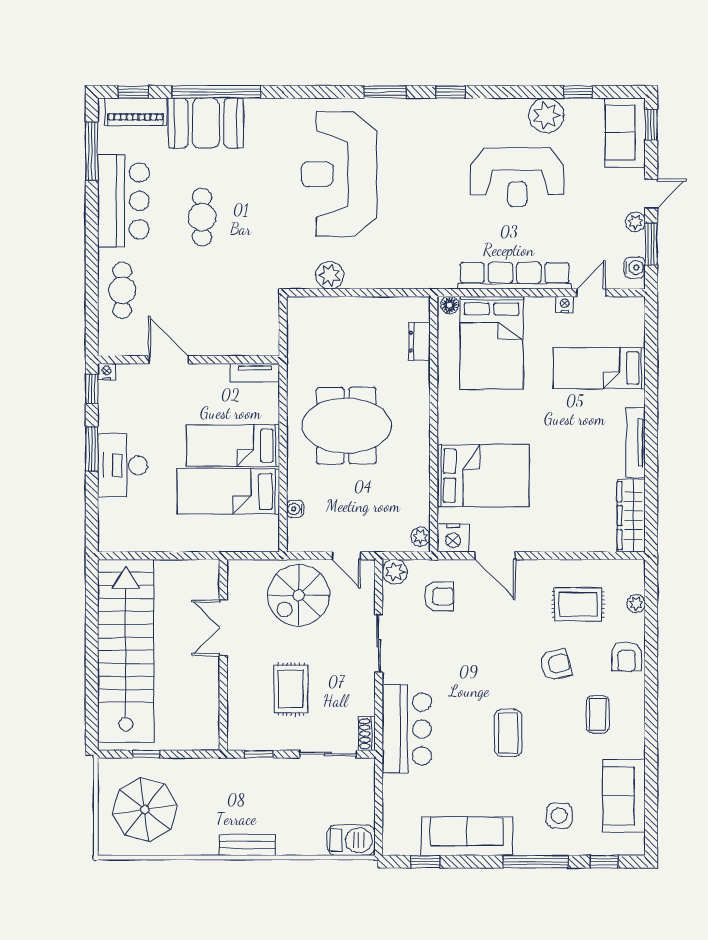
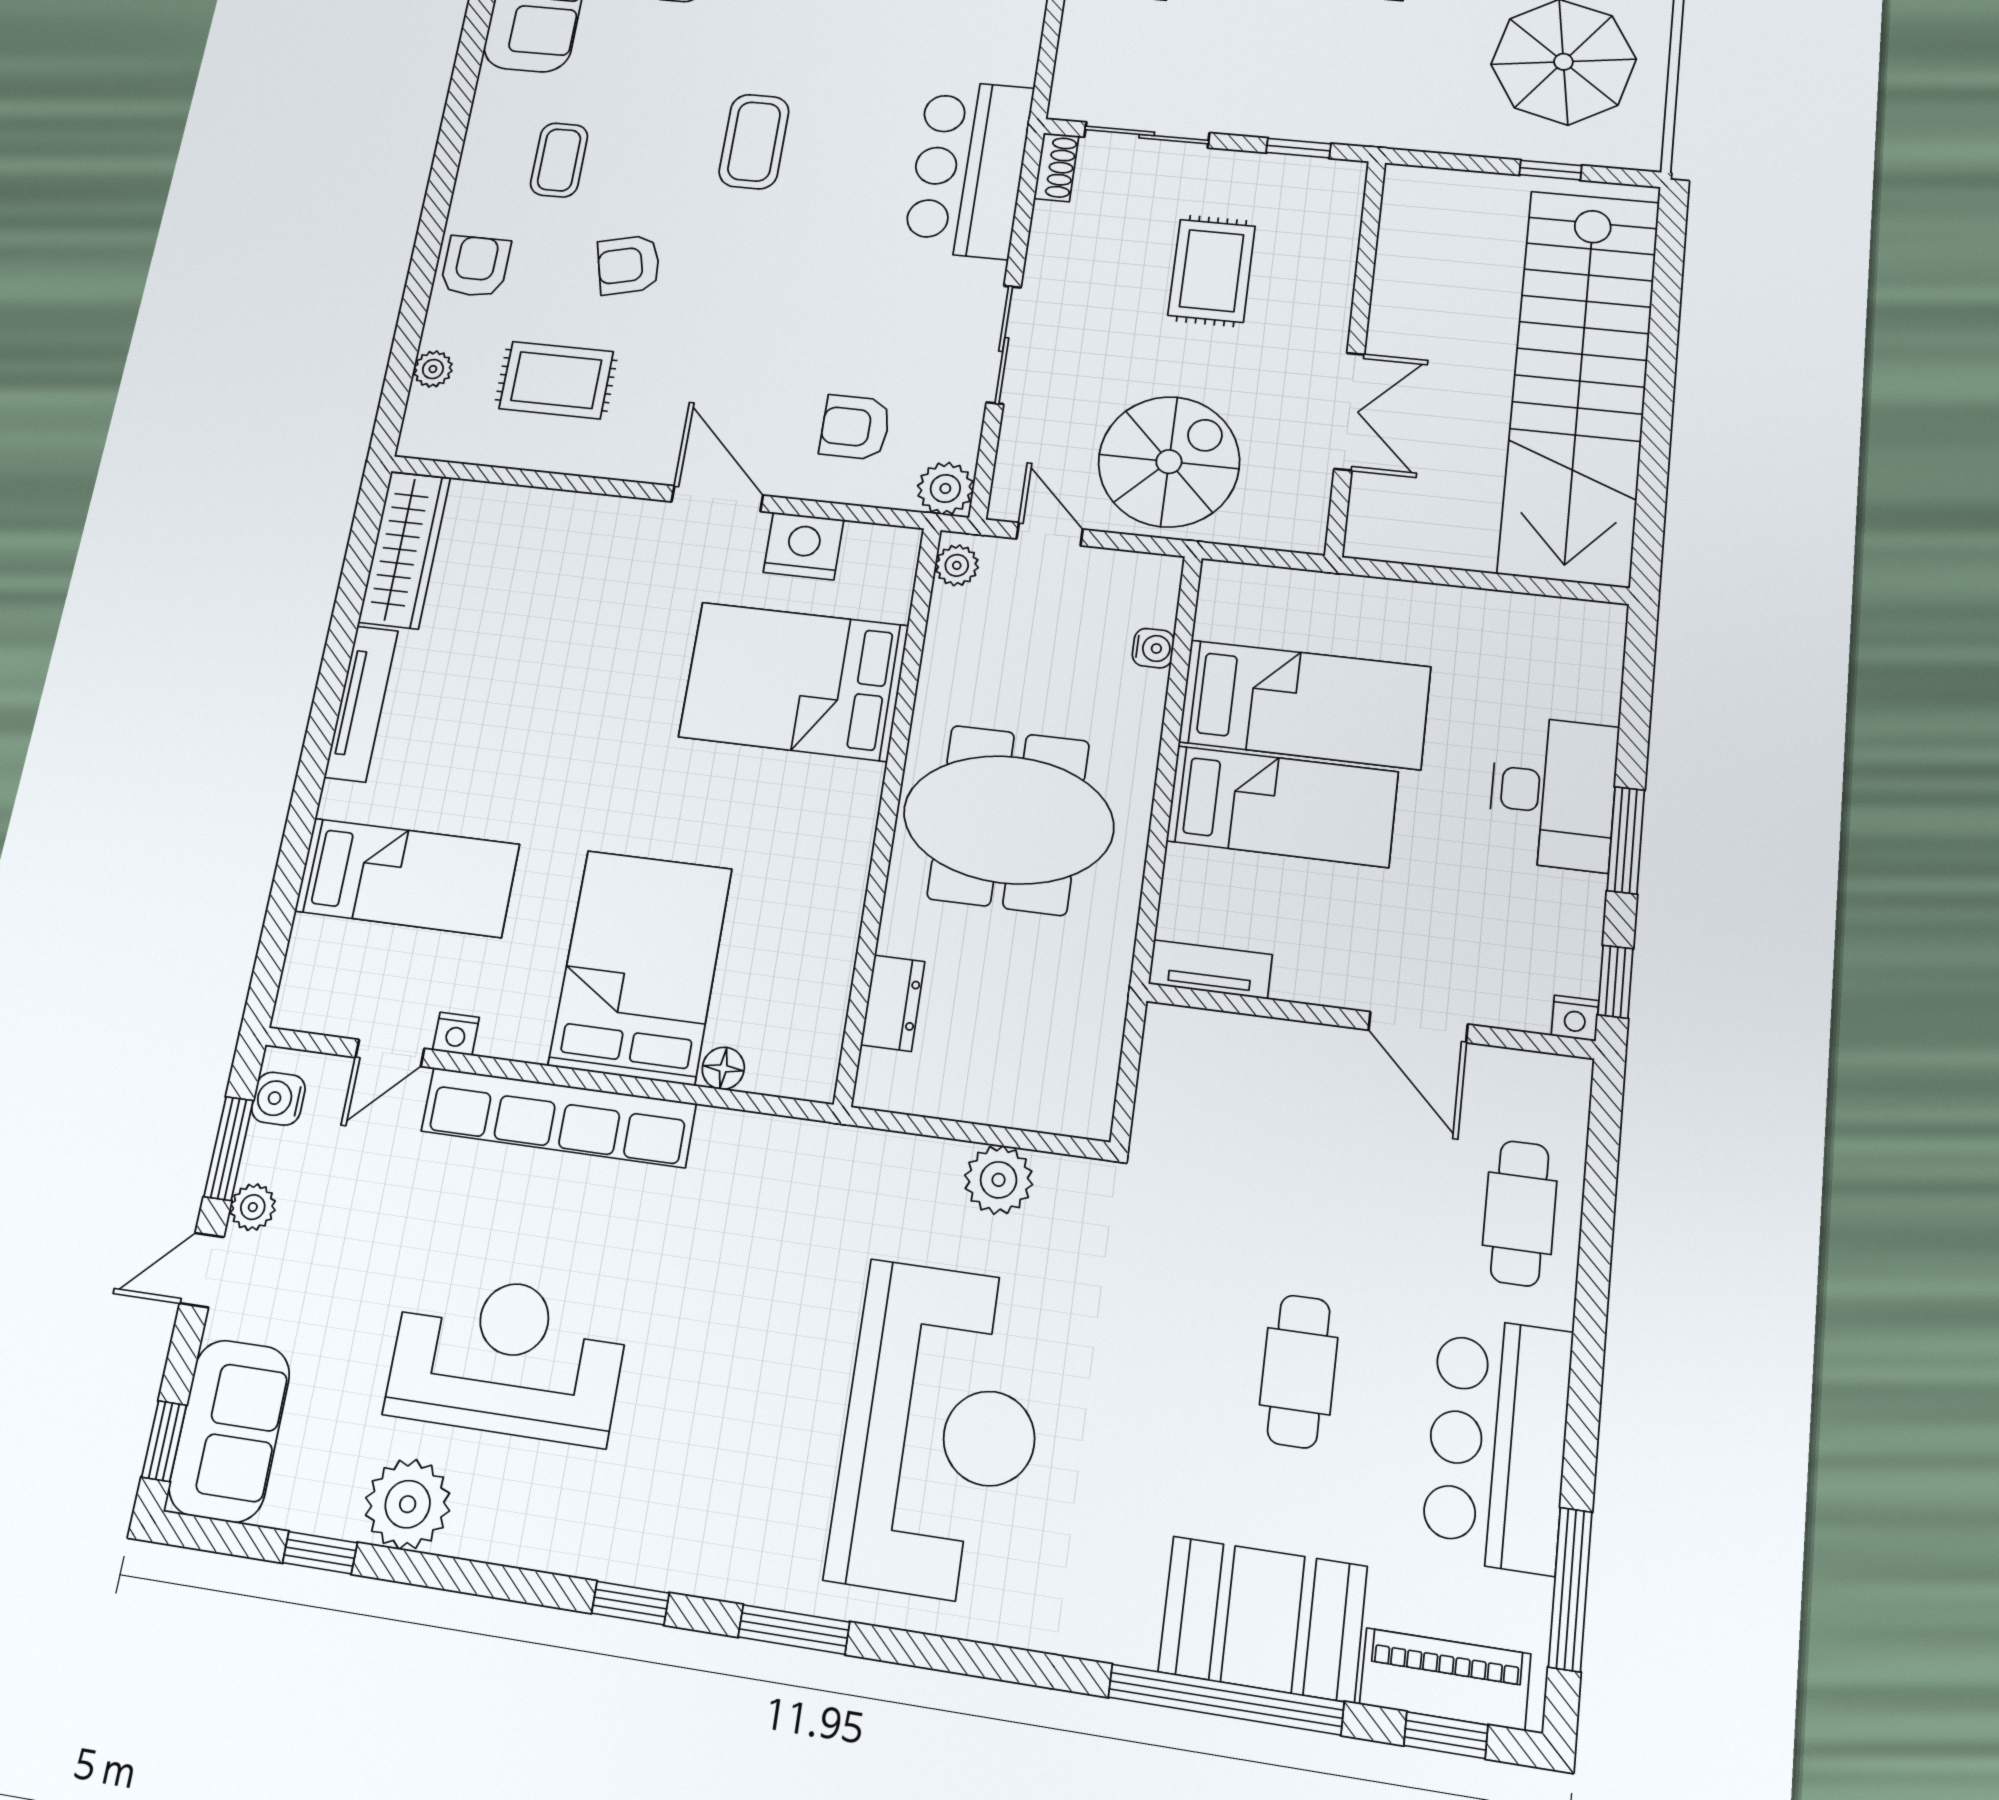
dresser: (419, 341) -> (893, 1003), moved
wall: (434, 424) -> (889, 808), moved
bed: (483, 476) -> (794, 681), moved
plant: (420, 537) -> (957, 565), moved

